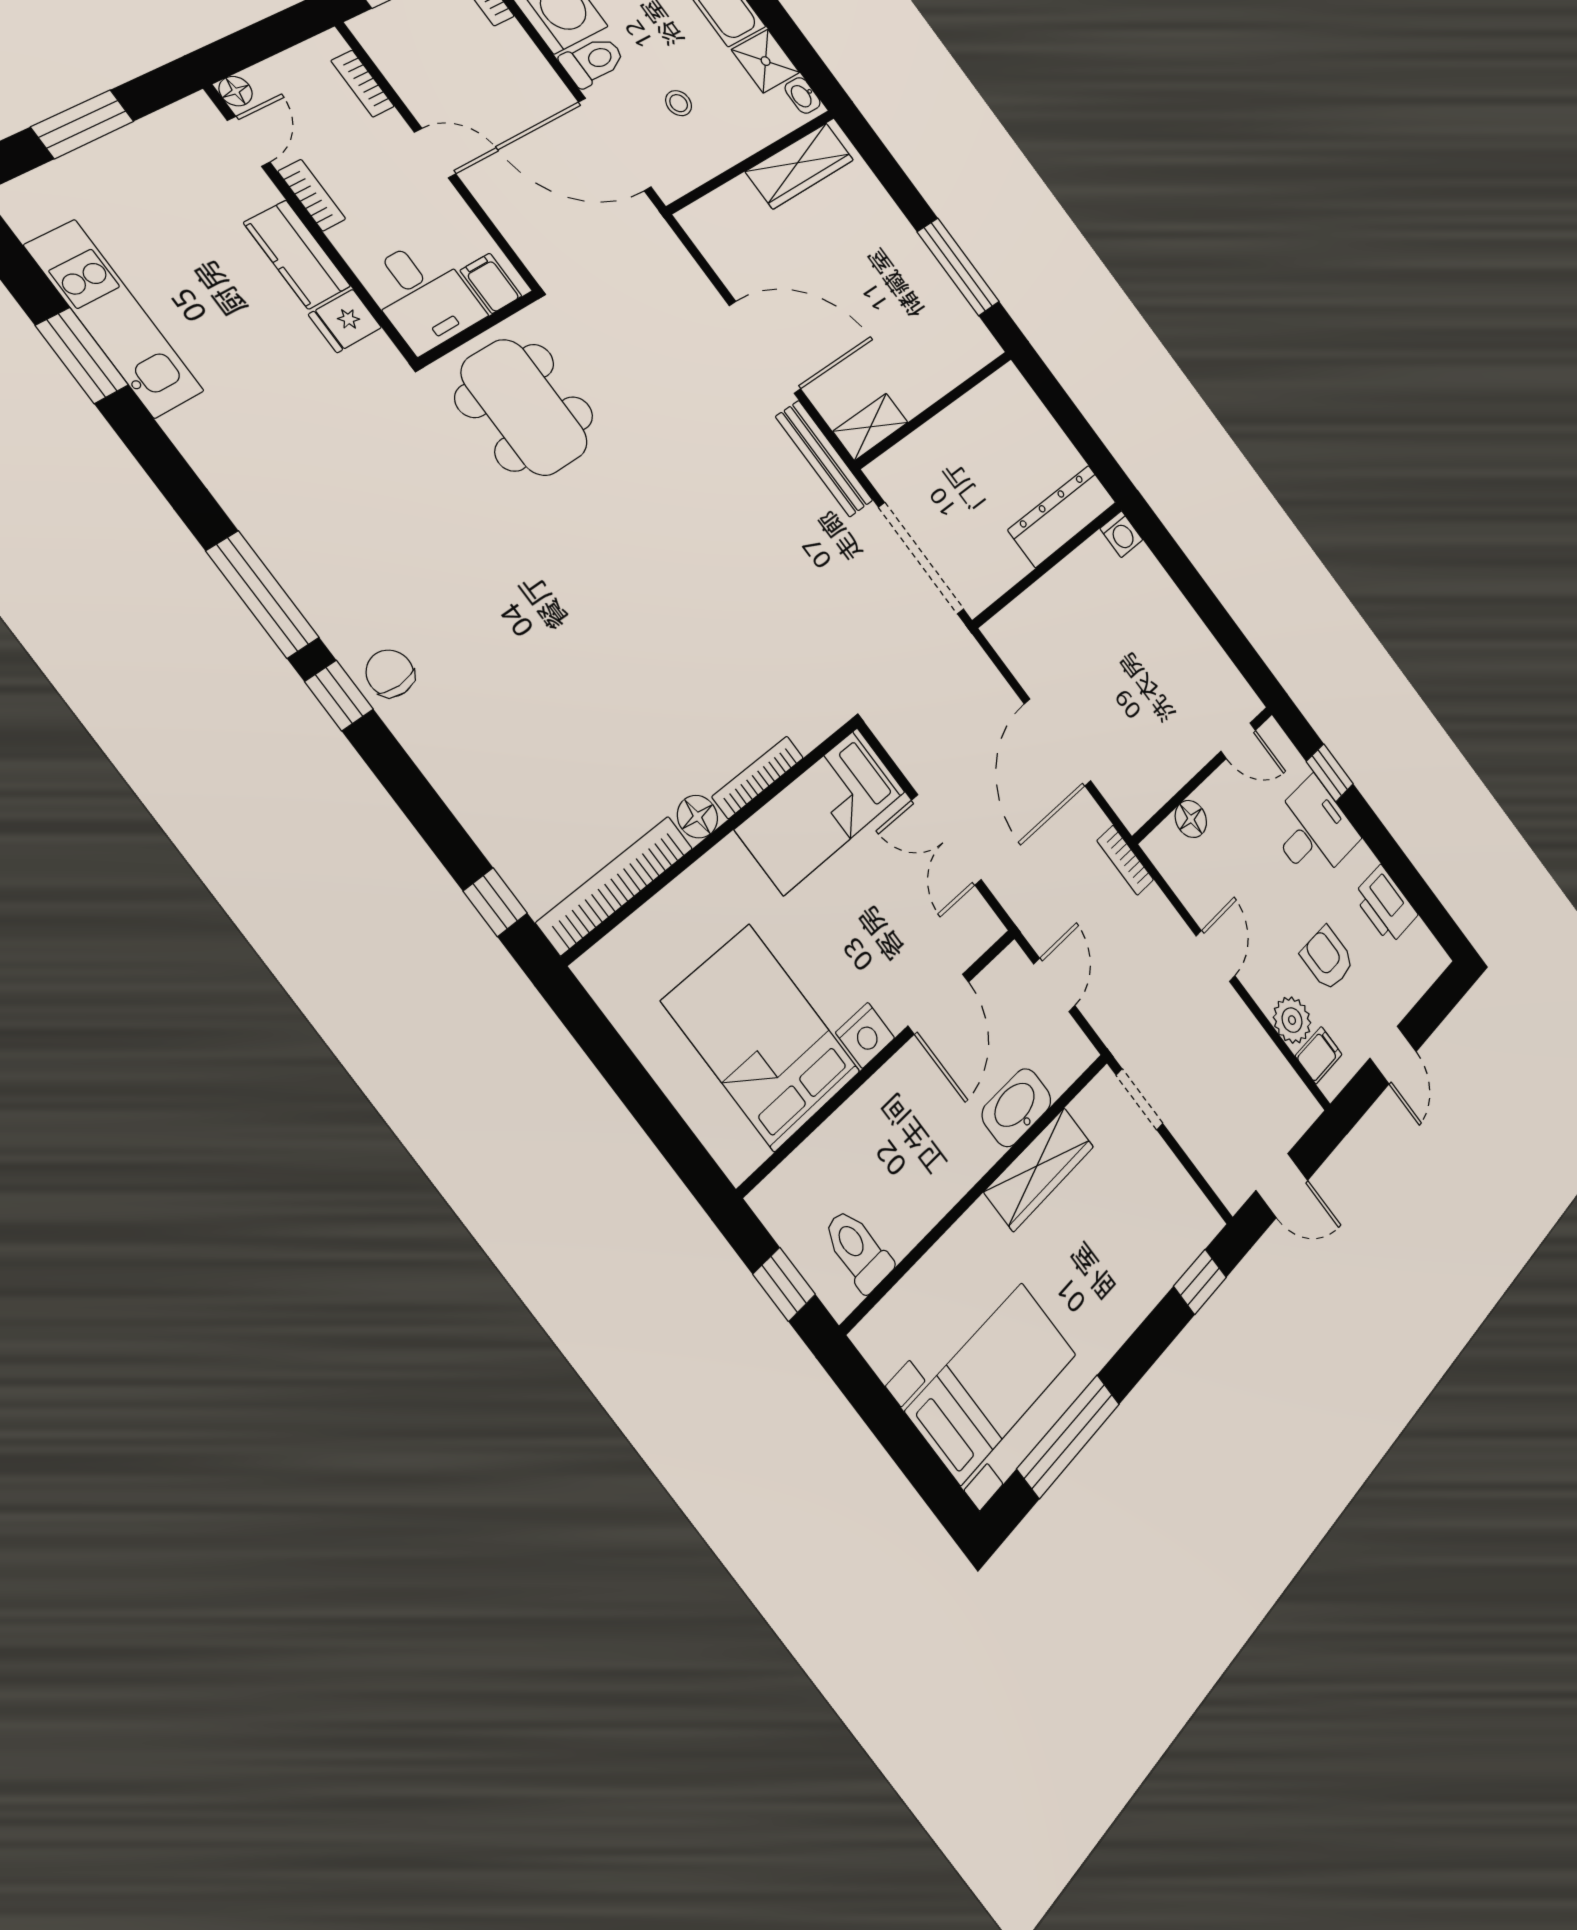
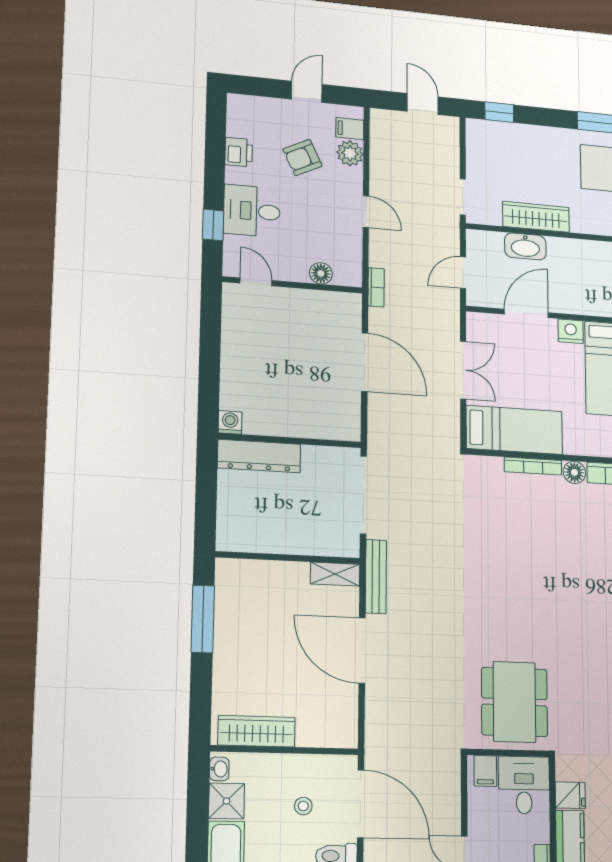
door: (1057, 742) -> (365, 362), hinge flipped
printer: (1386, 905) -> (239, 152), width x0.73, depth x0.81
door: (1215, 956) -> (366, 212), swing flipped
armchair: (1327, 958) -> (302, 158), turned 64

